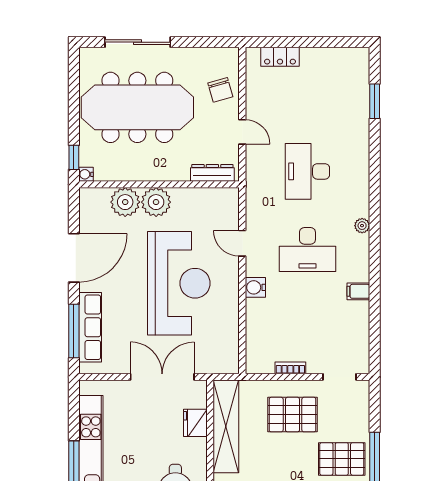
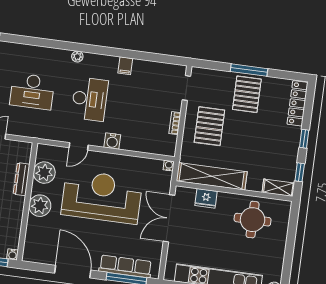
dresser: (212, 173) -> (22, 179), moved
plant: (125, 202) -> (44, 173), moved
water cooler: (233, 367) -> (169, 166), added

